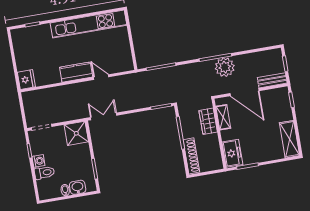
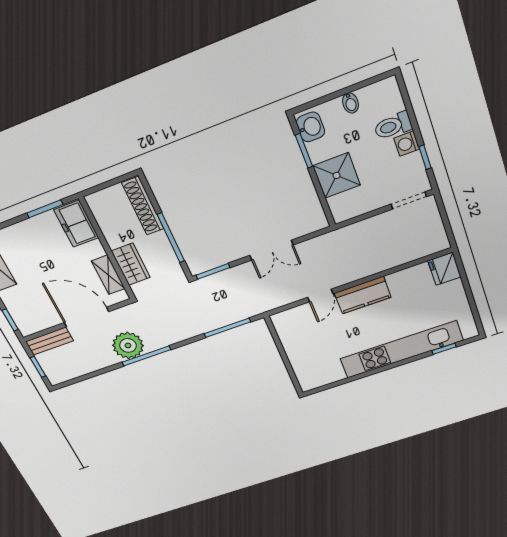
kitchen unit: (88, 24) -> (401, 350), moved
door: (101, 77) -> (320, 296), hinge flipped
double door: (104, 116) -> (271, 250), moved
shower: (76, 133) -> (337, 175), moved
washbasin: (78, 187) -> (311, 127), moved, turned -90

